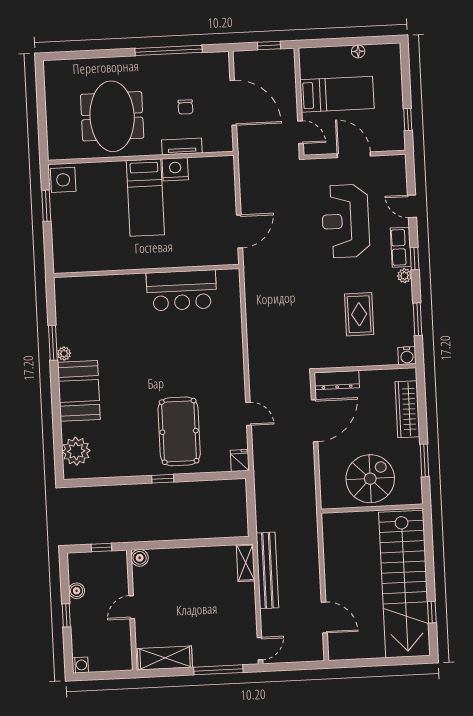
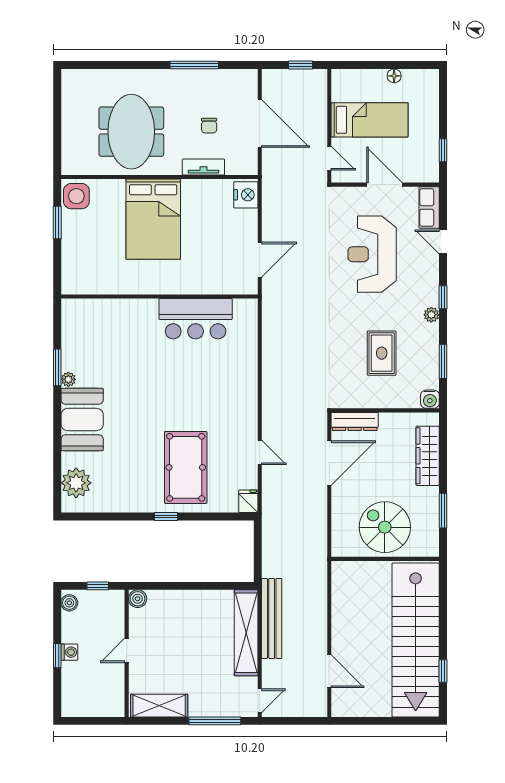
window: (169, 50) -> (194, 65), width x0.68
nightstand: (175, 169) -> (246, 195), moved, turned 90
bed: (145, 198) -> (153, 219), width x1.50
row of seats: (401, 247) -> (429, 207), moved
spiral stairs: (370, 479) -> (385, 527), turned -90
shelving: (246, 563) -> (246, 633), width x2.20, depth x1.33
boiler: (77, 591) -> (69, 603), moved
washing machine: (80, 665) -> (69, 652), moved

